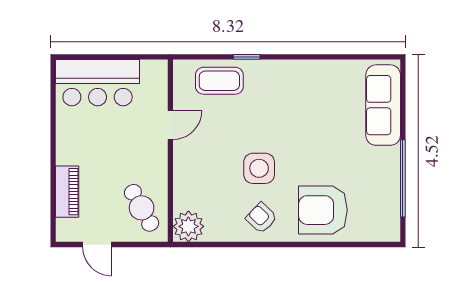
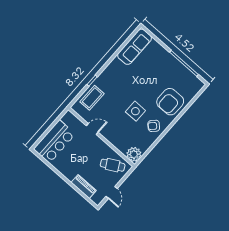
sofa: (383, 105) -> (135, 47), moved, turned -90
door: (170, 125) -> (92, 129), hinge flipped
door: (97, 245) -> (112, 192), hinge flipped

